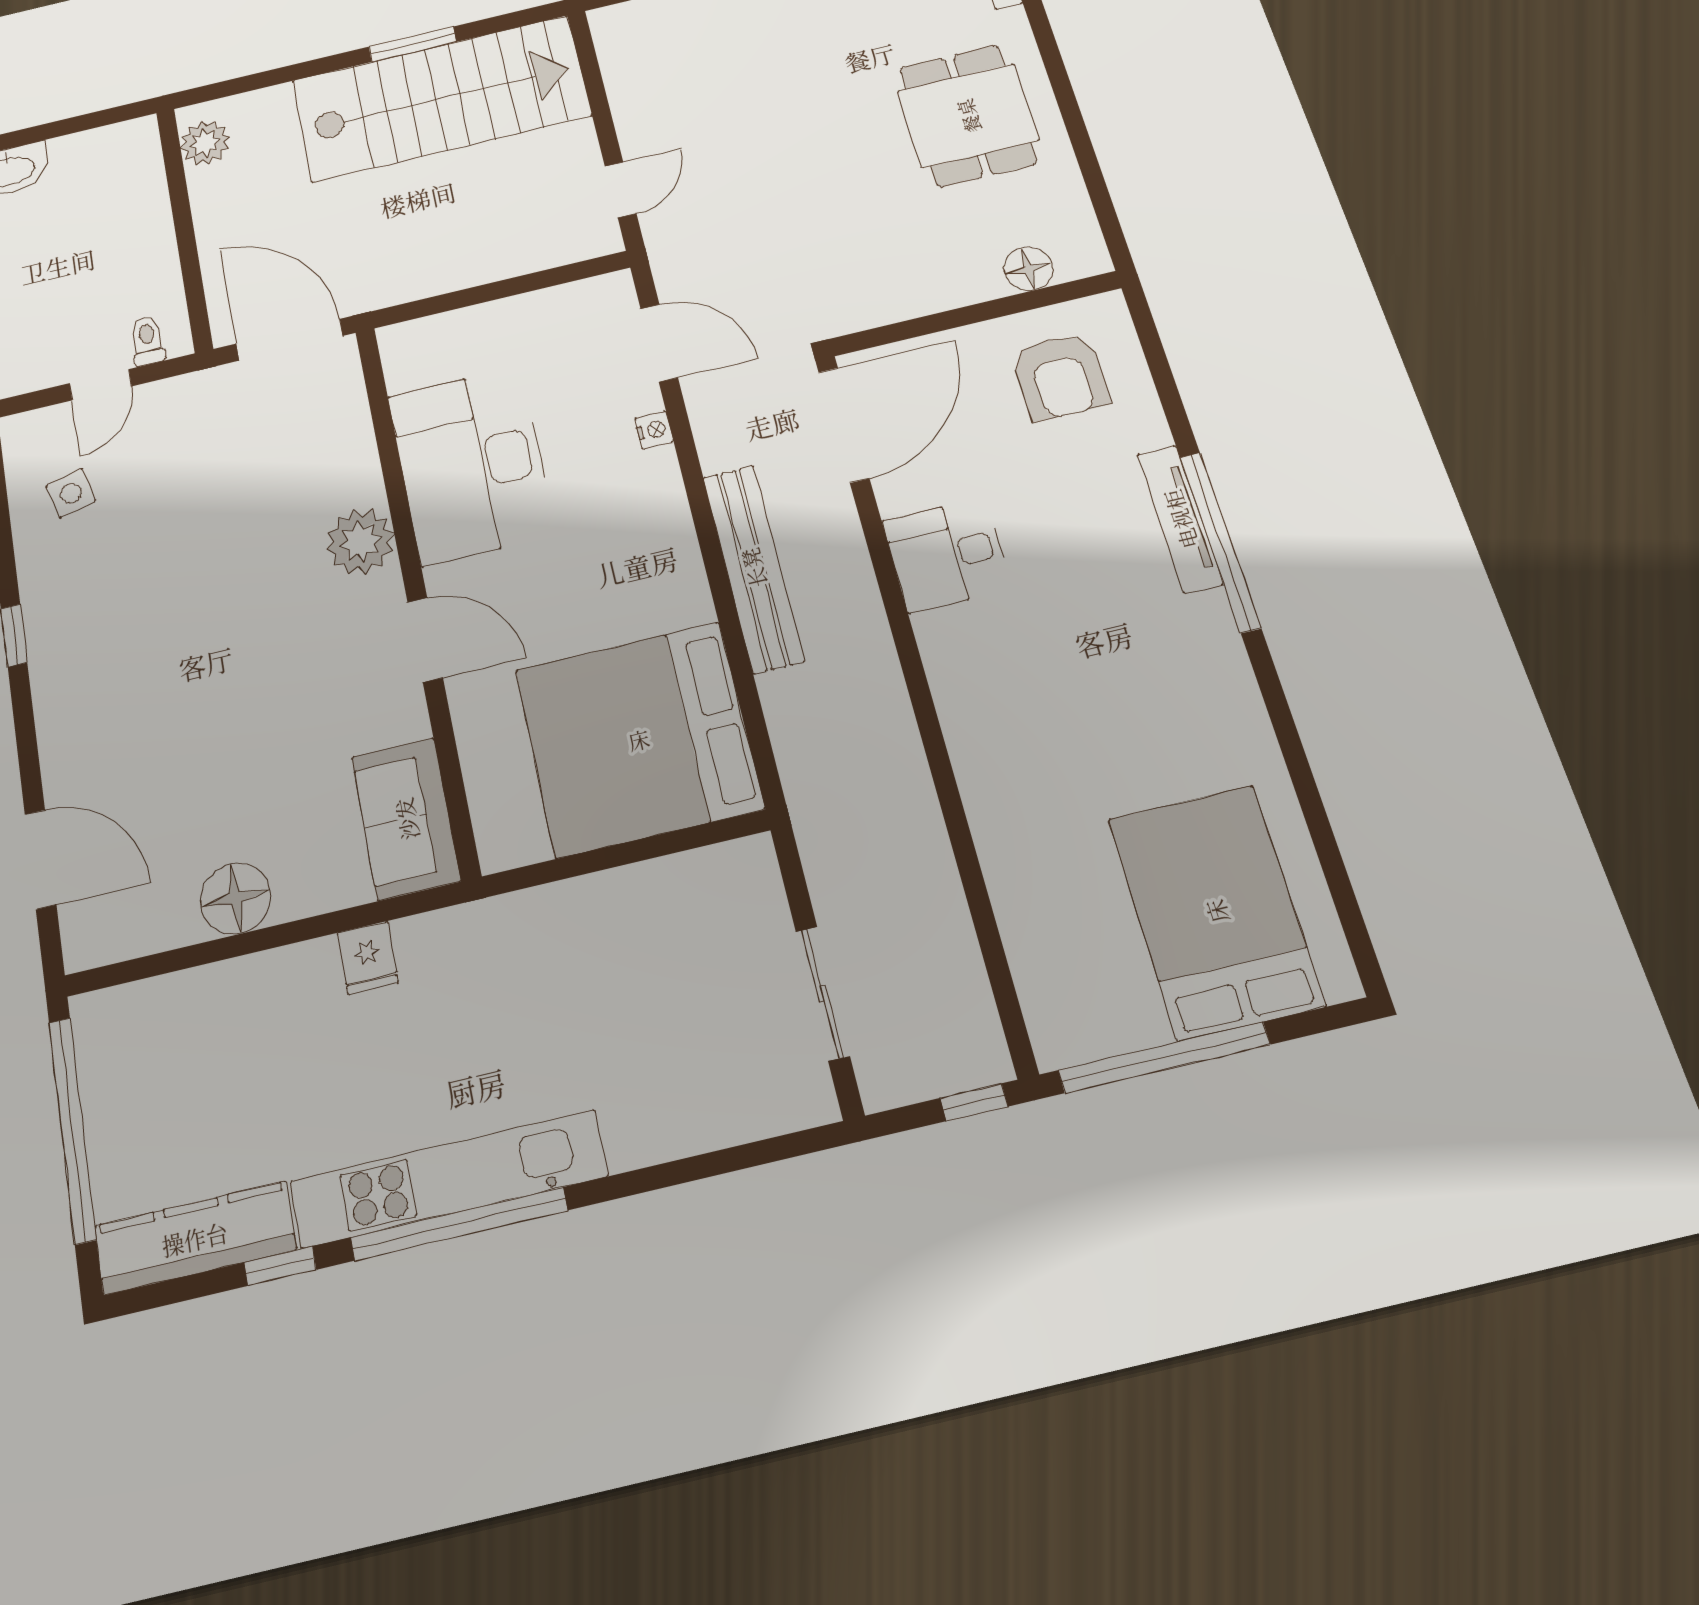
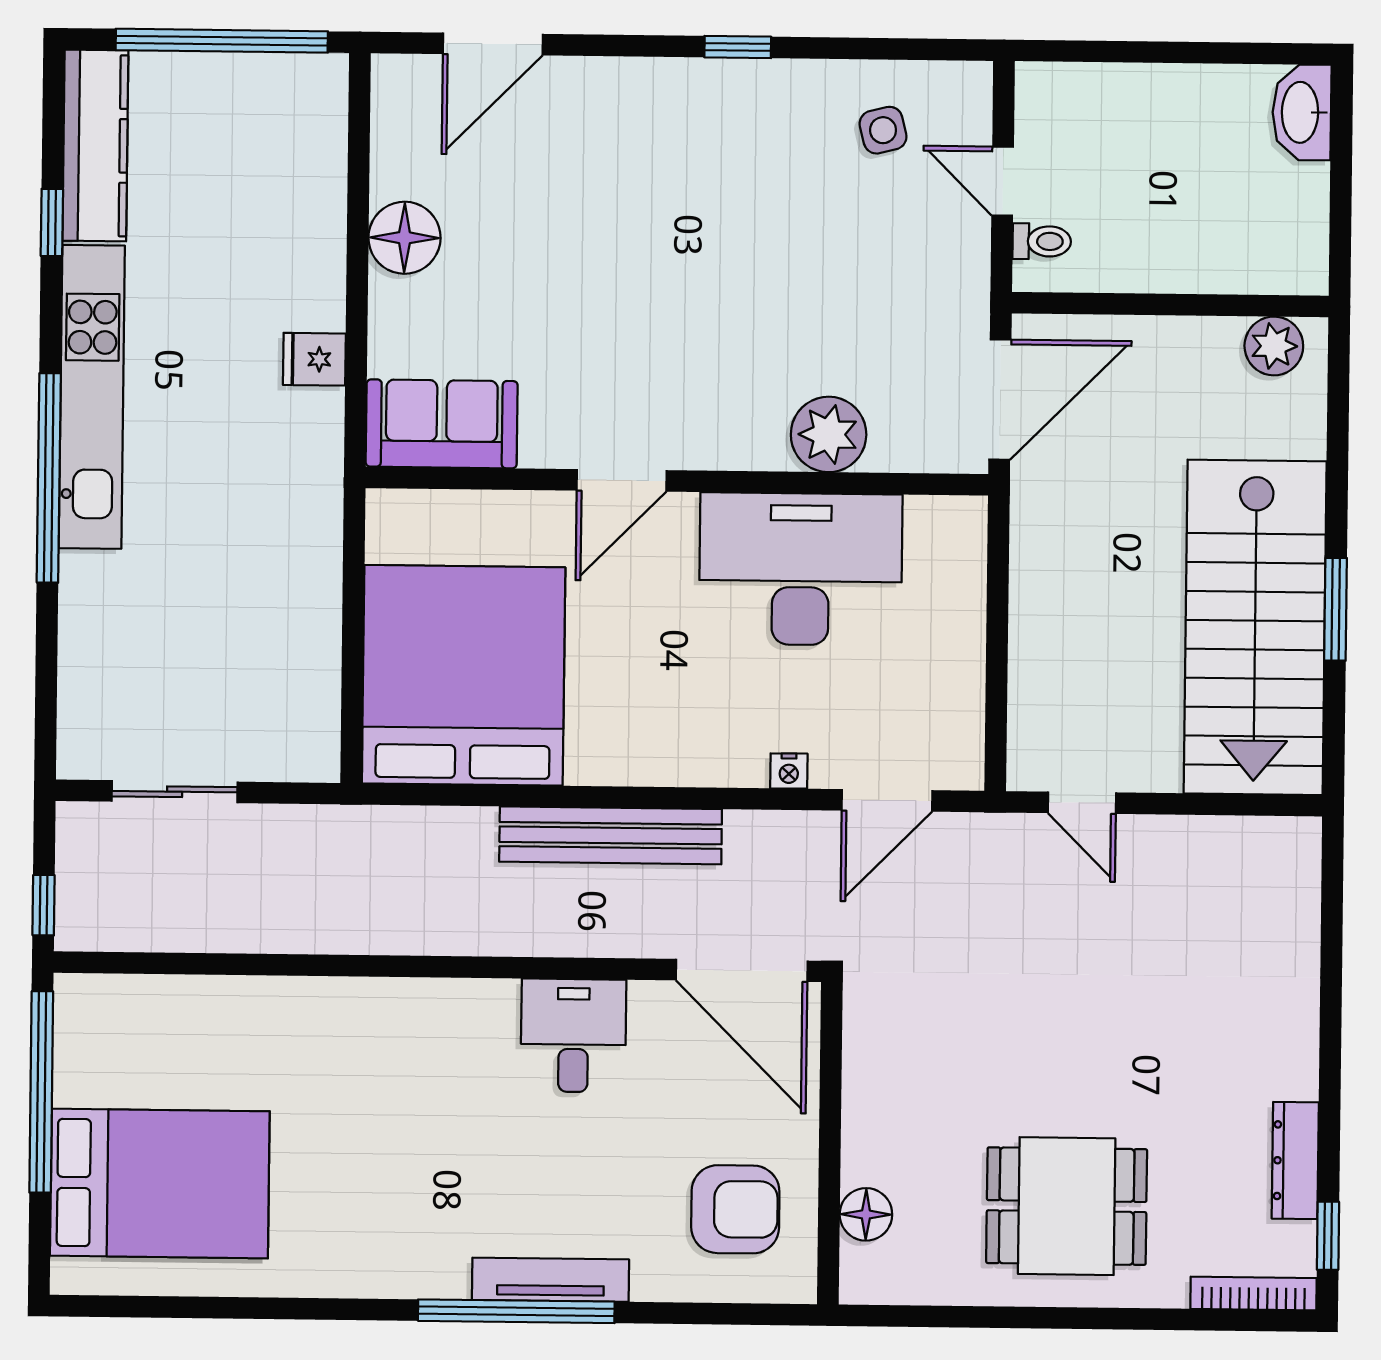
armchair: (1060, 376) -> (735, 1209), turned 180
plant: (360, 542) -> (829, 434), moved
window: (459, 1224) -> (49, 478), moved

